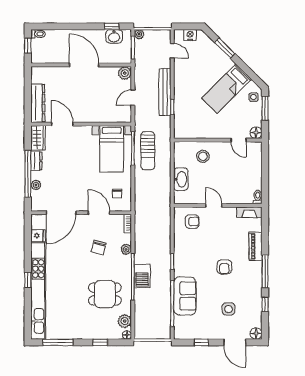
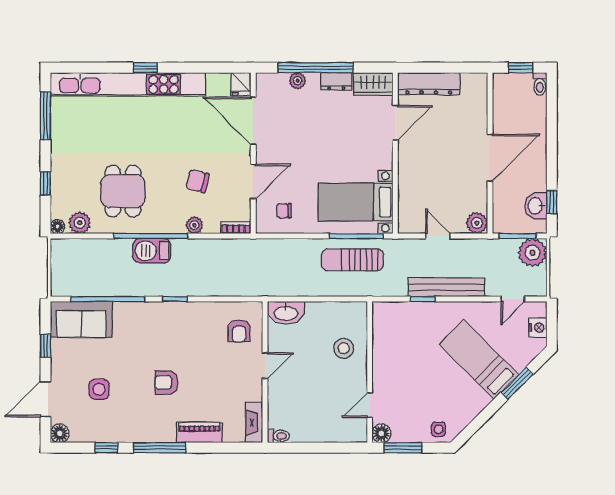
plant: (139, 34) -> (532, 253), width x1.88, depth x1.88
bed: (227, 89) -> (479, 359), moved
window: (265, 108) -> (403, 448), moved
washbasin: (181, 179) -> (286, 313), moved
fridge: (38, 236) -> (240, 84), moved
sofa: (185, 296) -> (81, 319), moved

